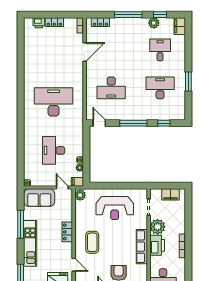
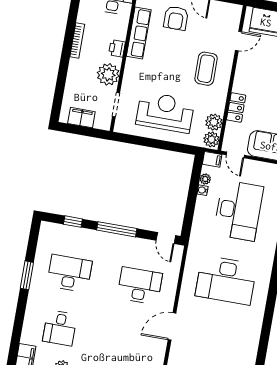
door: (85, 52) -> (172, 326), moved
desk: (160, 88) -> (69, 273), turned 180
desk: (54, 150) -> (238, 210), width x1.36, depth x1.30
plant: (81, 207) -> (214, 122), added
locker: (67, 232) -> (236, 108), moved
printer: (157, 245) -> (117, 48), width x0.53, depth x0.68
row of seats: (142, 247) -> (139, 33), moved
door: (74, 265) -> (239, 41), swing flipped

